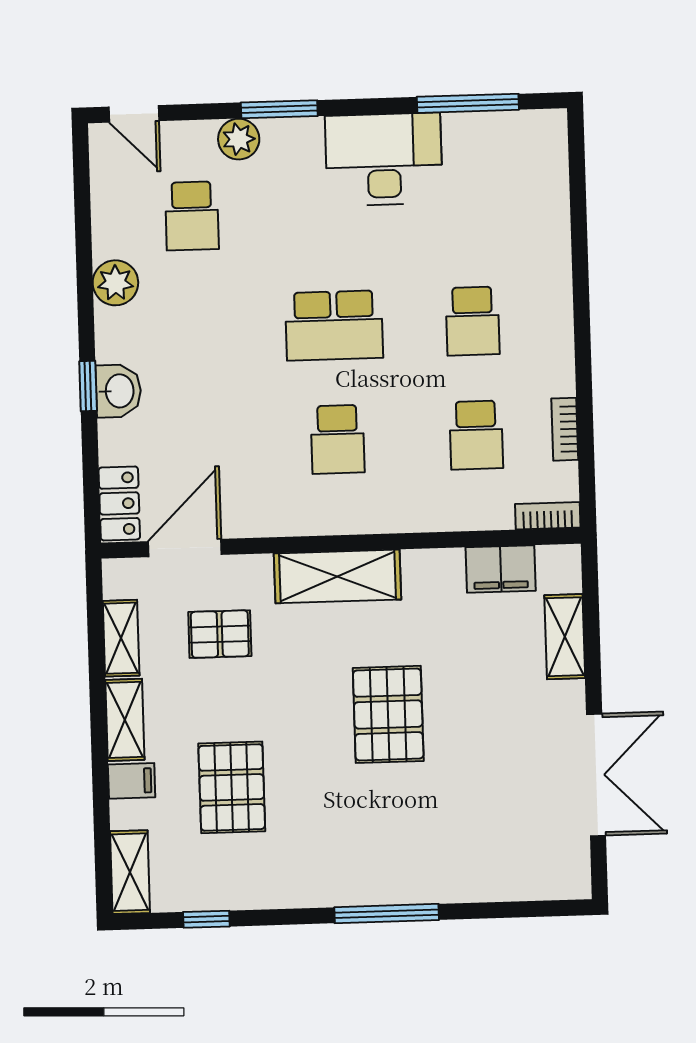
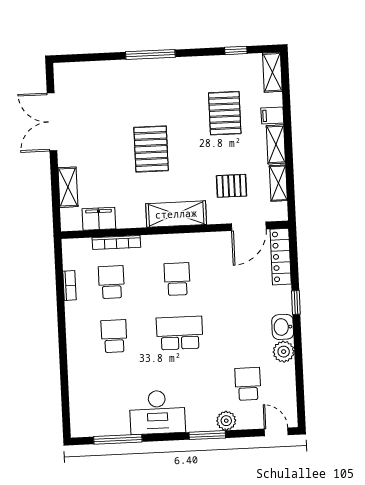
washbasin: (118, 391) -> (283, 327), moved
locker: (119, 503) -> (281, 257), width x1.53
bookcase: (548, 516) -> (116, 242), moved, width x1.56

